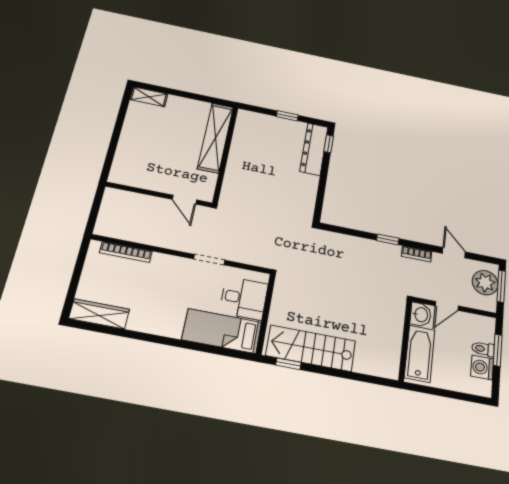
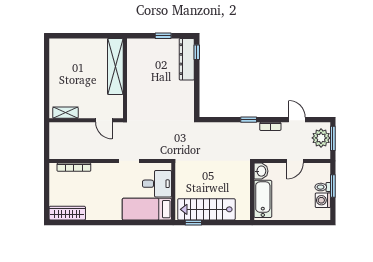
shelving: (149, 97) -> (65, 113), moved
washbasin: (421, 315) -> (261, 171), moved
wall: (405, 340) -> (252, 192), moved
bathtub: (420, 354) -> (263, 199), moved

